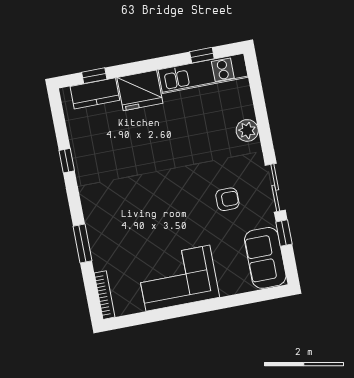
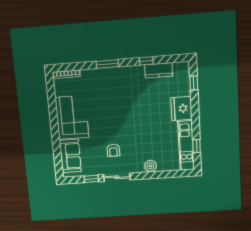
kitchen counter: (95, 93) -> (159, 70), moved, turned -90
window: (83, 244) -> (107, 64), moved
sofa: (265, 258) -> (70, 156), moved, turned 90

